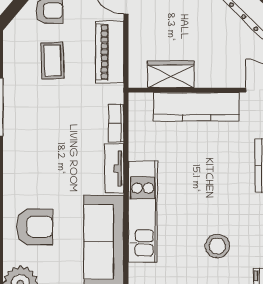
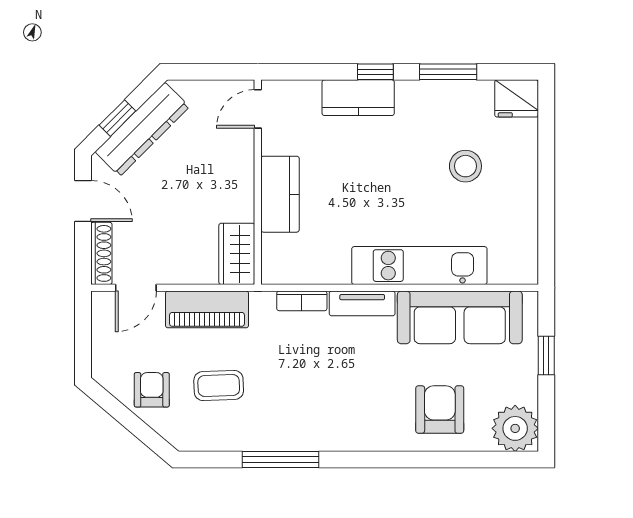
wardrobe: (171, 74) -> (237, 254), moved
kitchen counter: (196, 107) -> (280, 194), width x0.67

